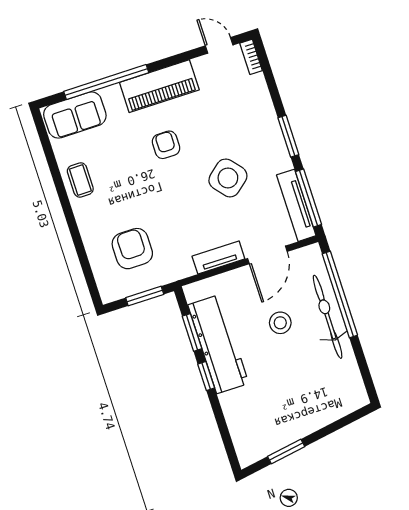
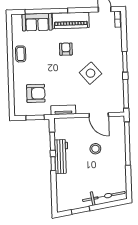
sofa: (75, 115) -> (37, 22), moved
tv unit: (296, 205) -> (119, 95), removed
armchair: (132, 249) -> (36, 93), turned 90
door: (267, 255) -> (99, 115), hinge flipped
tv unit: (218, 257) -> (63, 110), moved
bicycle: (328, 317) -> (104, 196), moved, turned 81
workbench: (218, 344) -> (61, 156), width x0.73, depth x0.76

